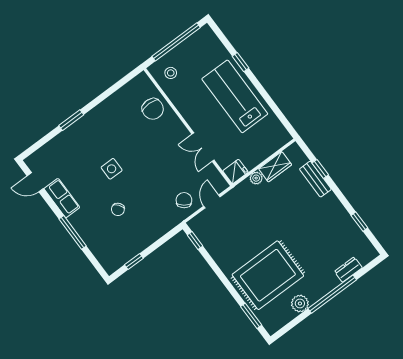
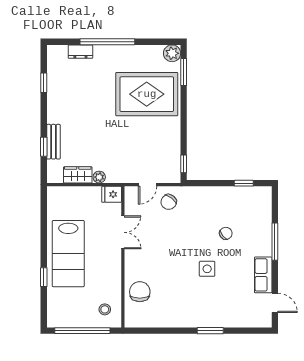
plant: (300, 303) -> (172, 53), moved

